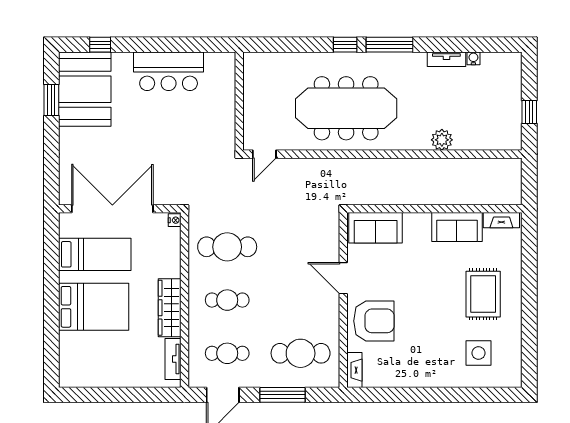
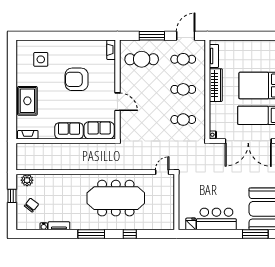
window: (100, 45) -> (255, 234), width x2.17
window: (345, 45) -> (130, 234), moved
fridge: (214, 63) -> (191, 224), added
chair: (495, 96) -> (31, 205), added
plant: (442, 140) -> (27, 180), moved
sofa: (457, 227) -> (69, 131), moved
cafe table: (227, 247) -> (183, 120), width x0.73, depth x0.74
rug: (483, 294) -> (27, 101), moved
armchair: (374, 321) -> (77, 79), moved

